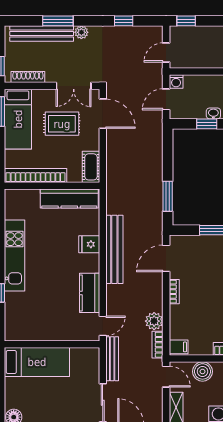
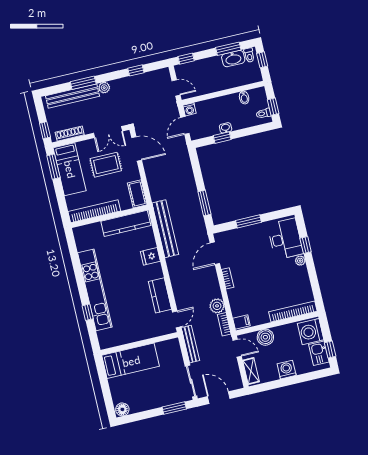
door: (166, 53) -> (176, 88), swing flipped
bench: (114, 249) -> (165, 229), moved
kitchen unit: (14, 256) -> (95, 290), width x1.36

